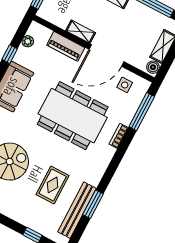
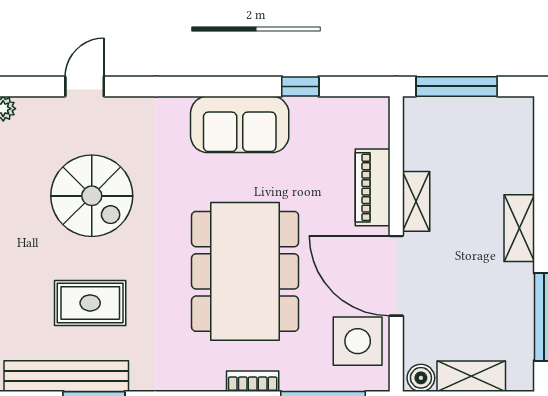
plant: (28, 41) -> (344, 109), removed
side table: (125, 85) -> (358, 341), width x1.87, depth x1.87

